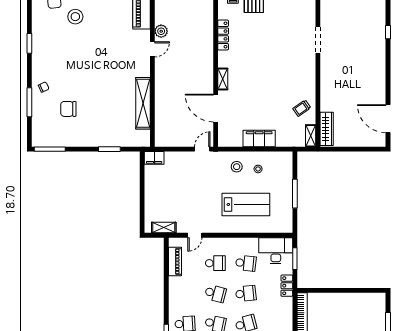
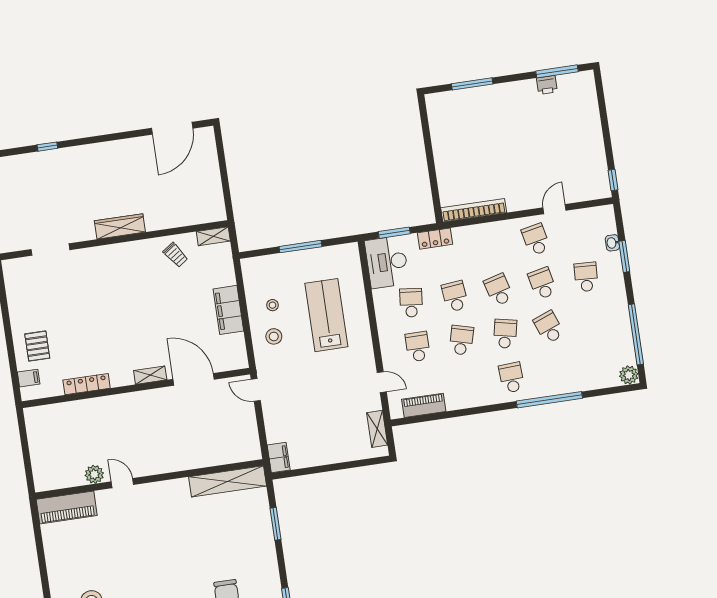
doorway: (318, 40) -> (50, 250), moved
shelving: (143, 103) -> (228, 481), moved
door: (216, 108) -> (194, 379), swing flipped
wardrobe: (327, 129) -> (120, 226), moved

